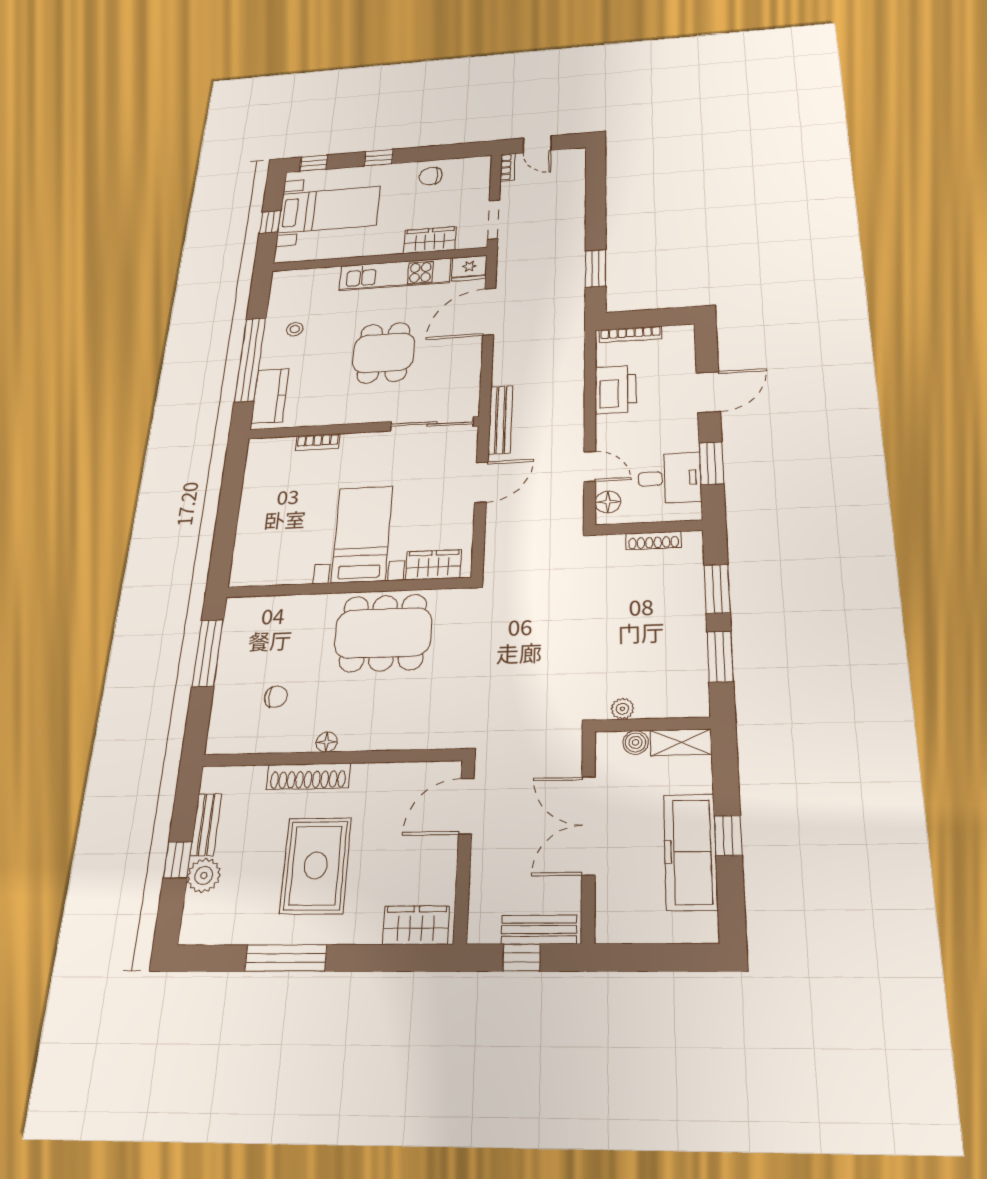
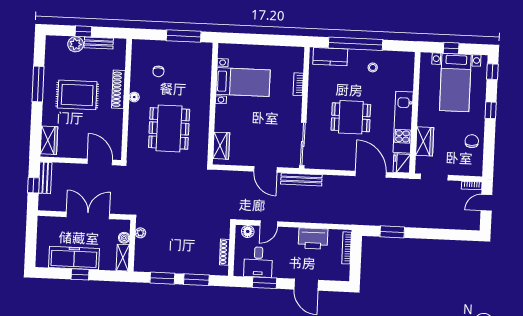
bed with nightstands: (362, 534) -> (243, 82), moved
dining table: (383, 633) -> (169, 128), moved
bench: (539, 930) -> (45, 178), moved

